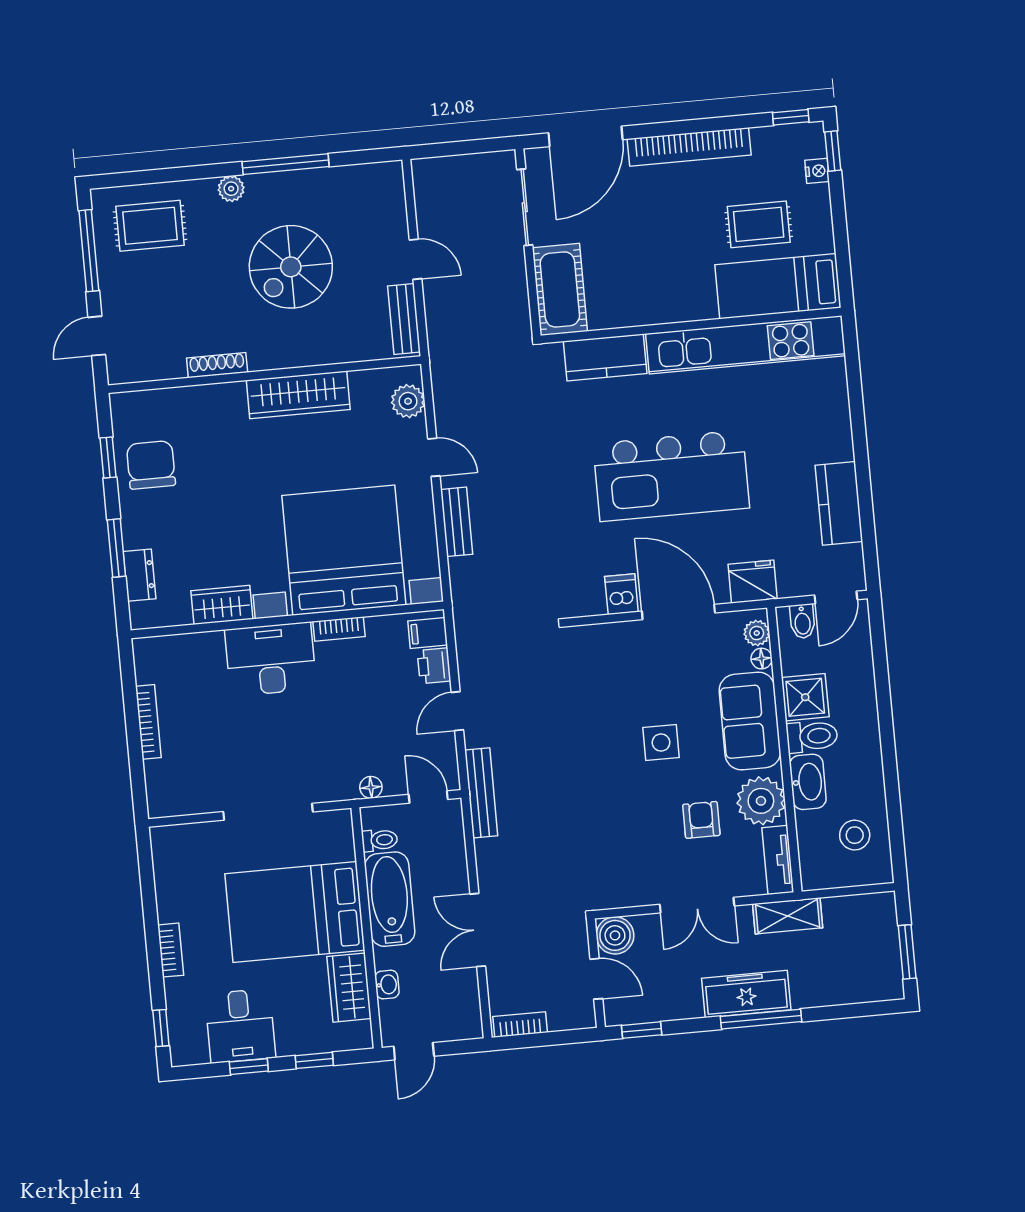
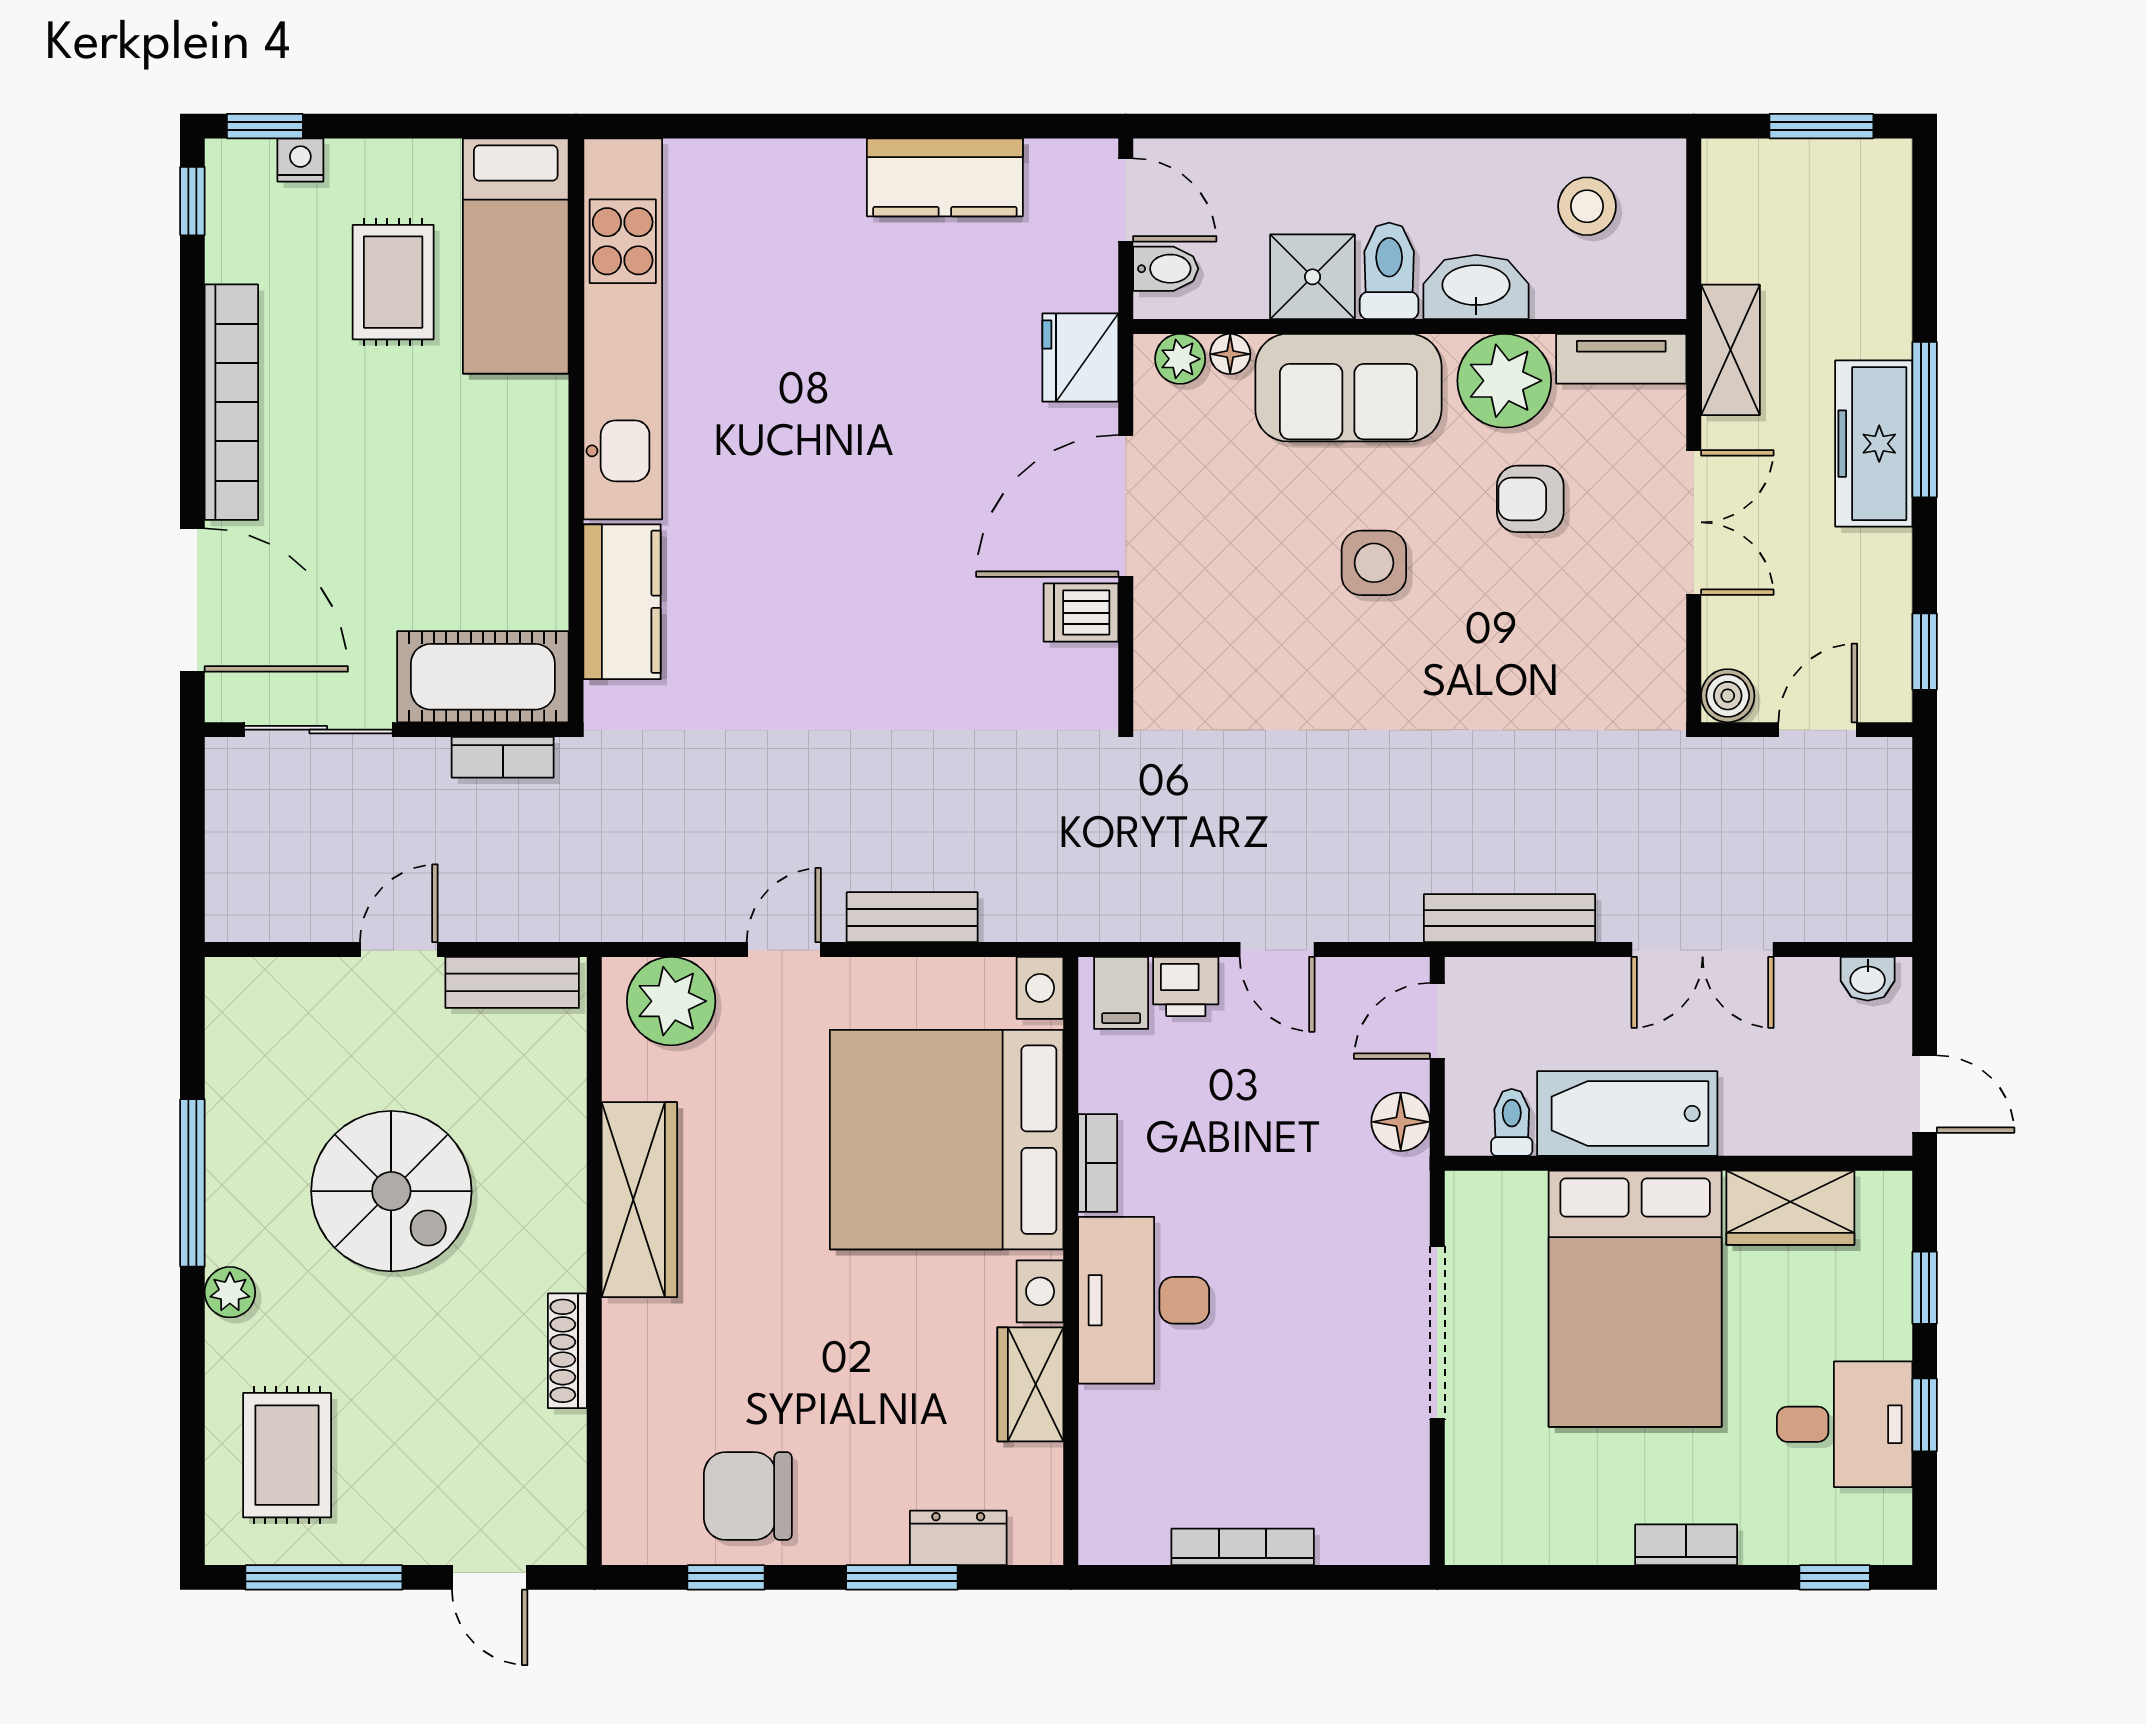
plant: (408, 401) -> (671, 1001), width x1.36, depth x1.36
kitchen island: (671, 476) -> (862, 496), removed
floor lamp: (371, 787) -> (1401, 1122), width x1.37, depth x1.37
bench: (481, 793) -> (1510, 918), moved
boiler: (615, 935) -> (1728, 696), width x0.73, depth x0.73
washbasin: (387, 985) -> (1868, 979), moved, turned 180
bookcase: (520, 1024) -> (503, 757), moved, turned -90

